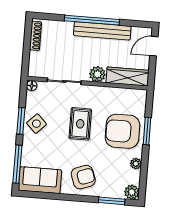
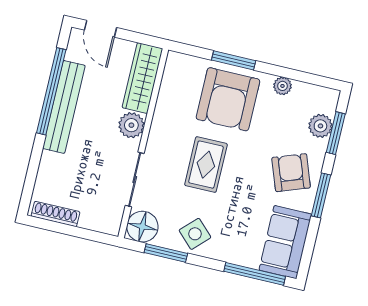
window: (92, 20) -> (51, 91), moved
floor lamp: (32, 86) -> (142, 227), width x1.89, depth x1.89
window: (21, 121) -> (166, 253), moved
rug: (80, 124) -> (206, 165), turned 90
plant: (132, 192) -> (320, 126), moved
window: (72, 198) -> (321, 195), added

